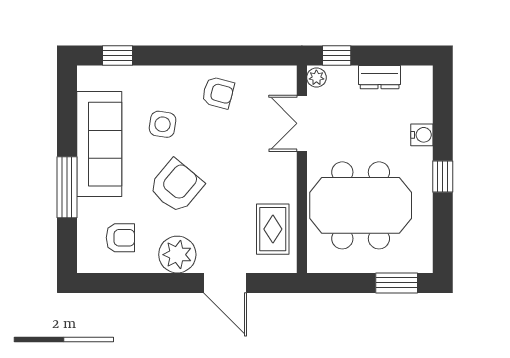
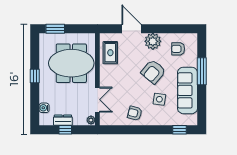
window: (337, 55) -> (65, 130), moved
water cooler: (422, 135) -> (44, 108), moved

